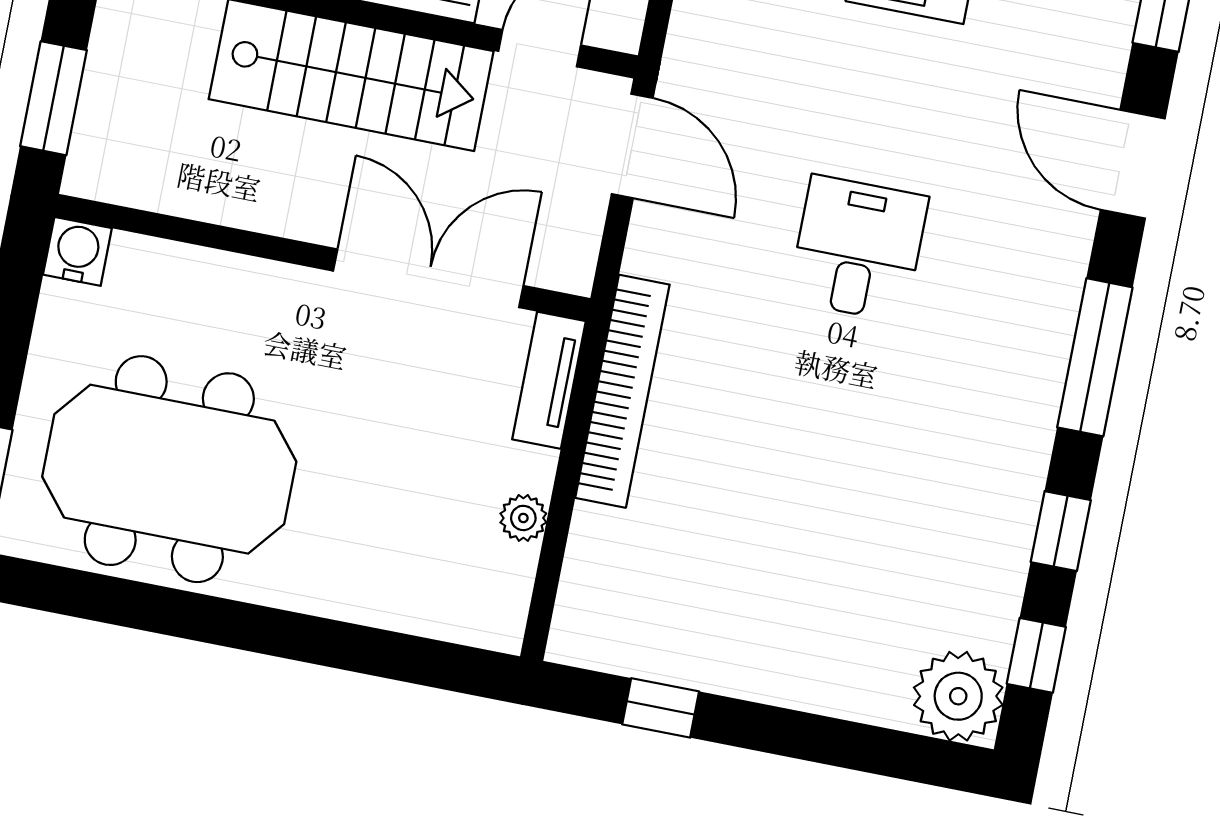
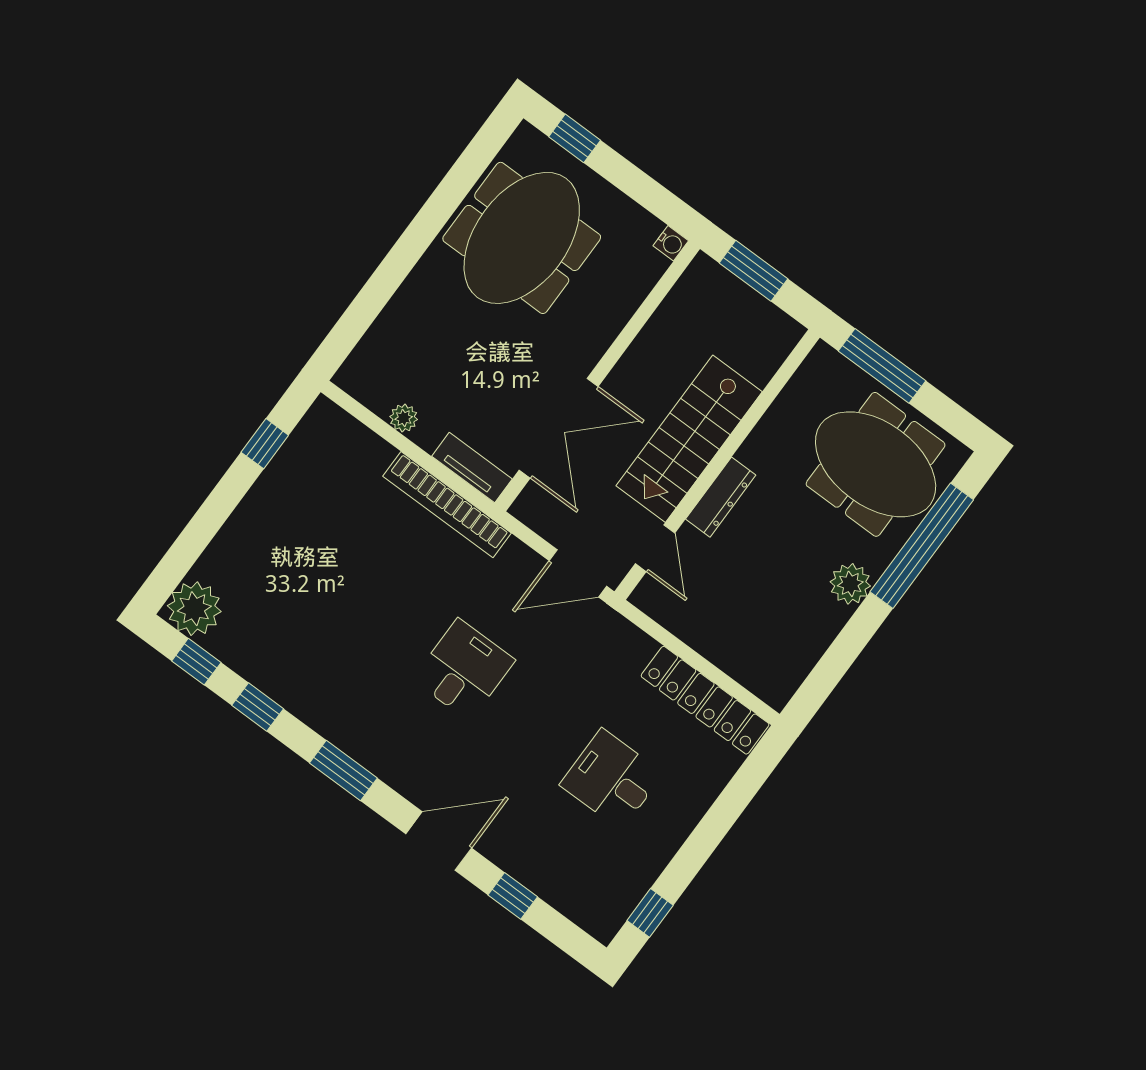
desk: (858, 249) -> (464, 670), turned -90
water cooler: (77, 251) -> (671, 243), width x0.72, depth x0.72
window: (1095, 357) -> (343, 771), width x0.69

